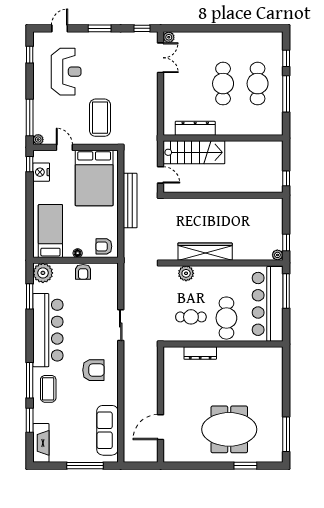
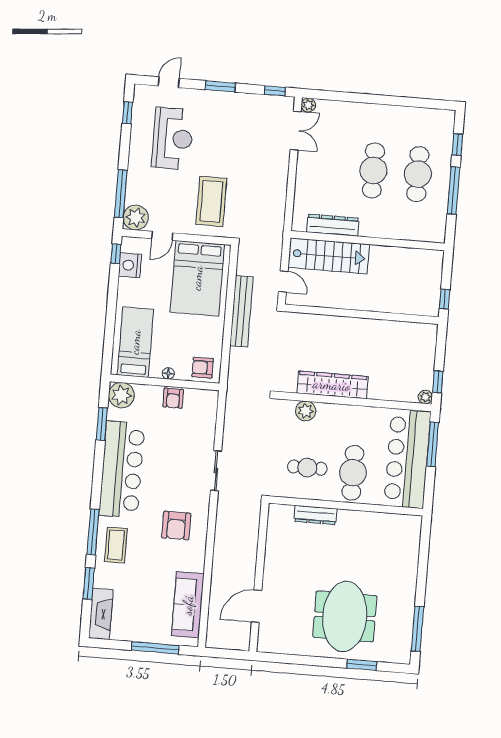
plant: (38, 140) -> (136, 218), width x1.88, depth x1.88
door: (64, 147) -> (162, 236), swing flipped
armchair: (93, 370) -> (176, 526), turned 90
meeting table: (229, 429) -> (345, 616), turned 90

